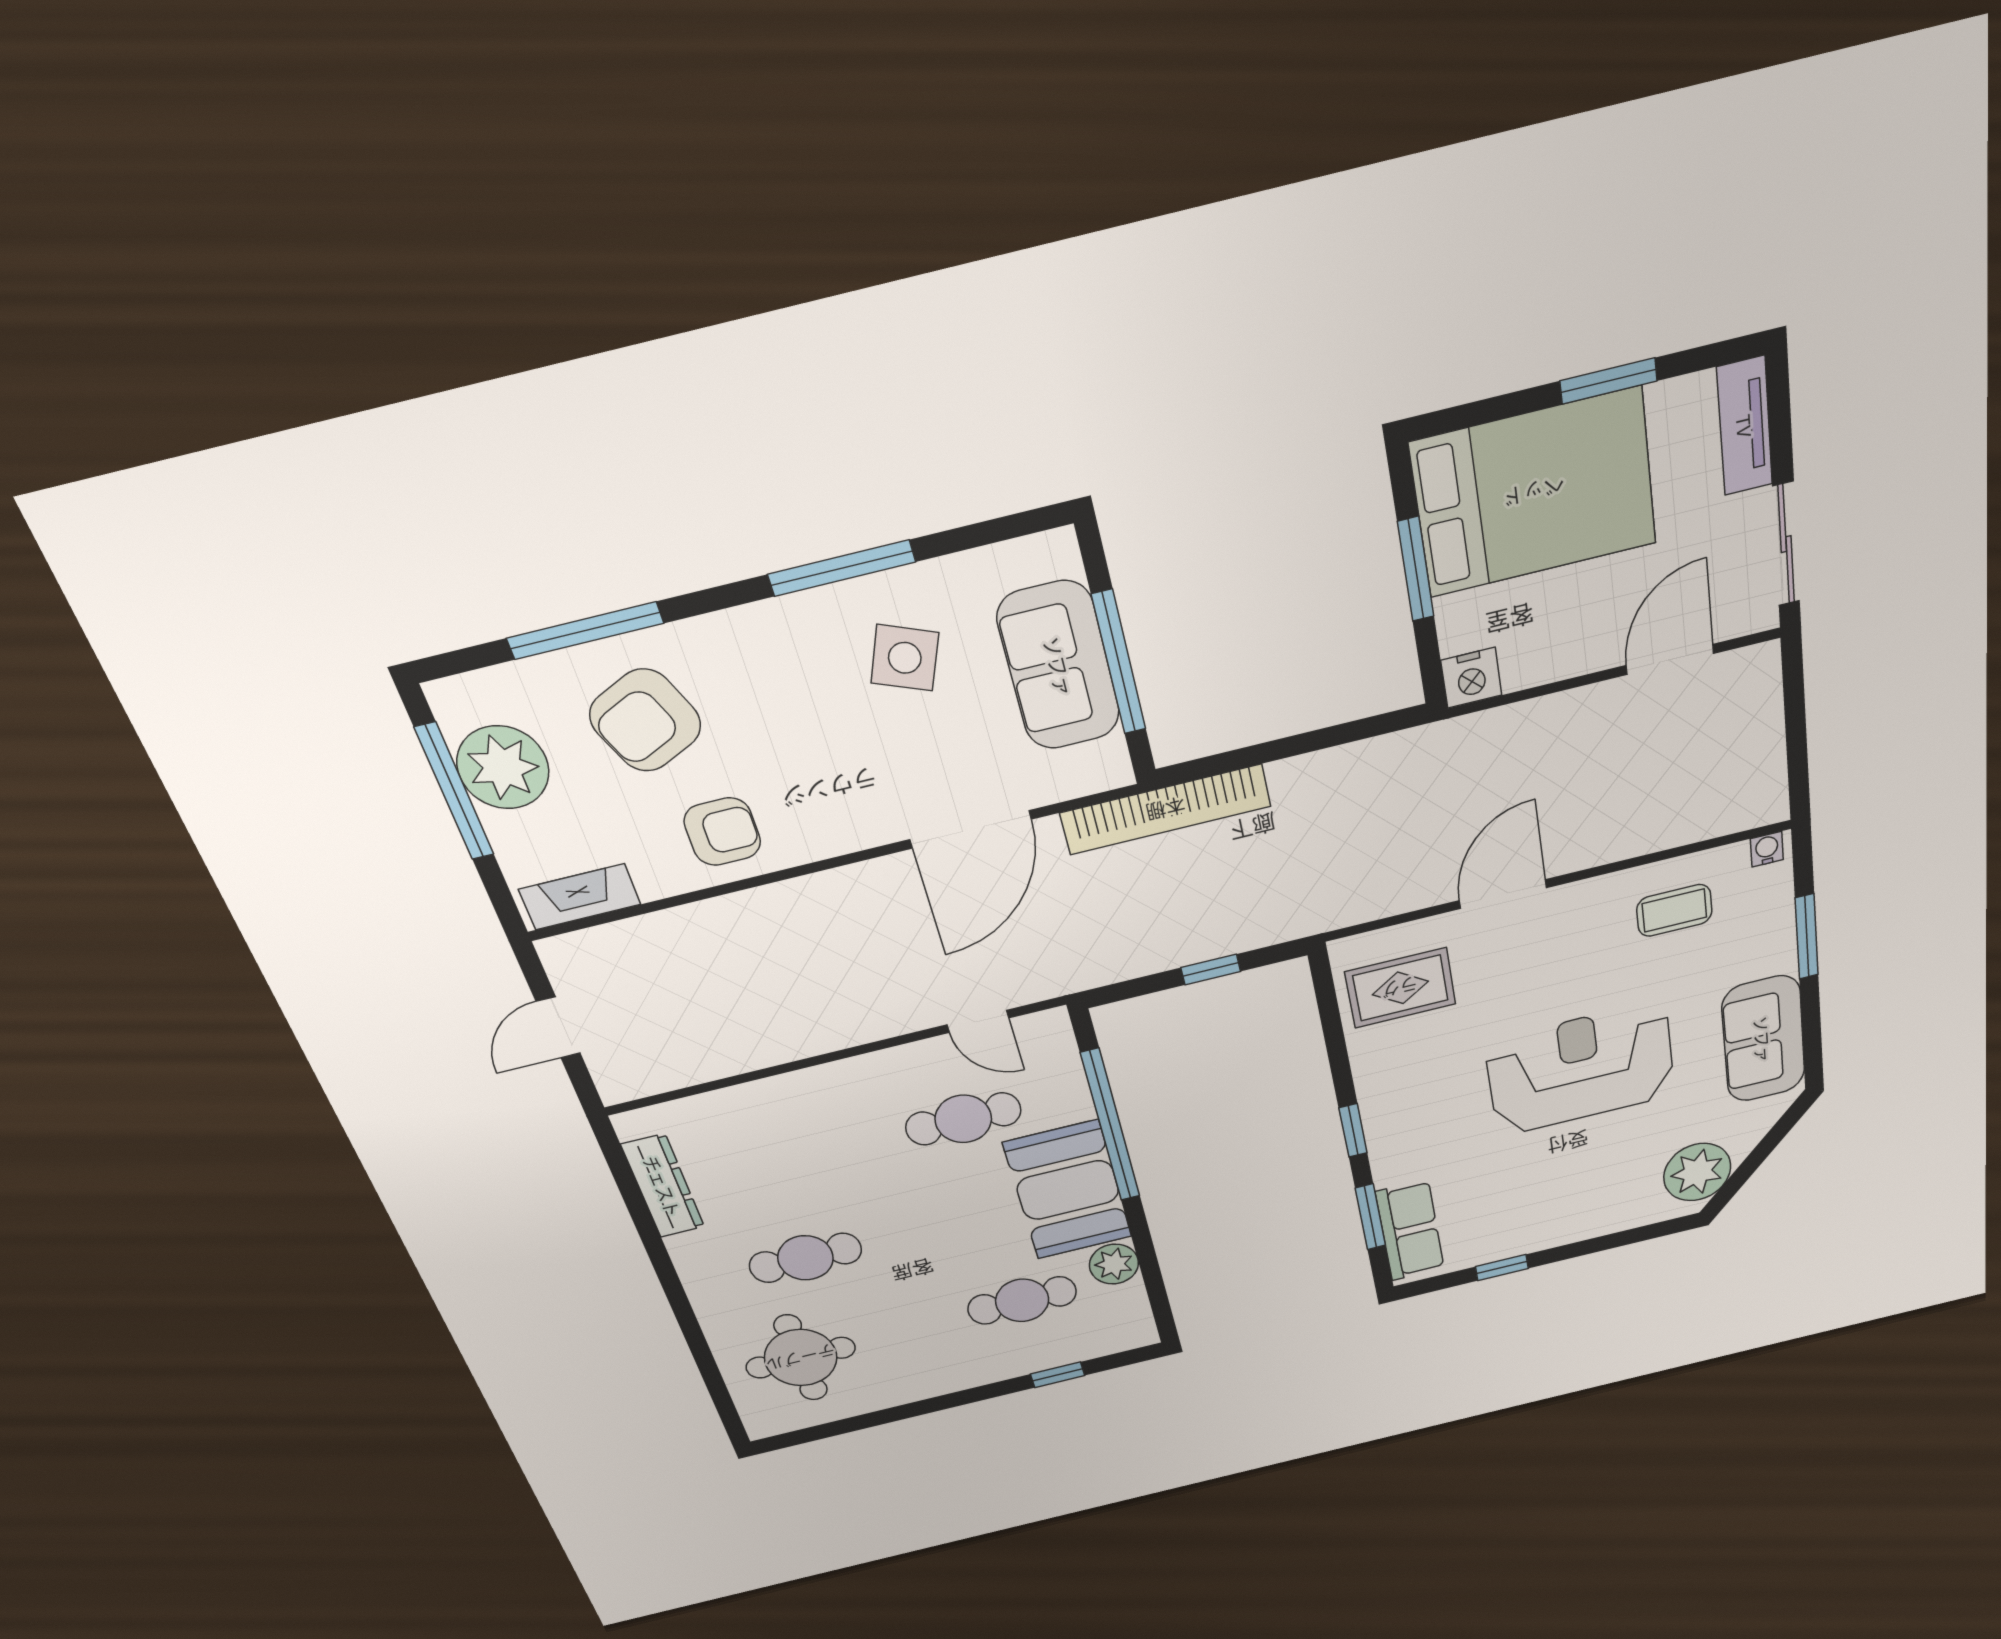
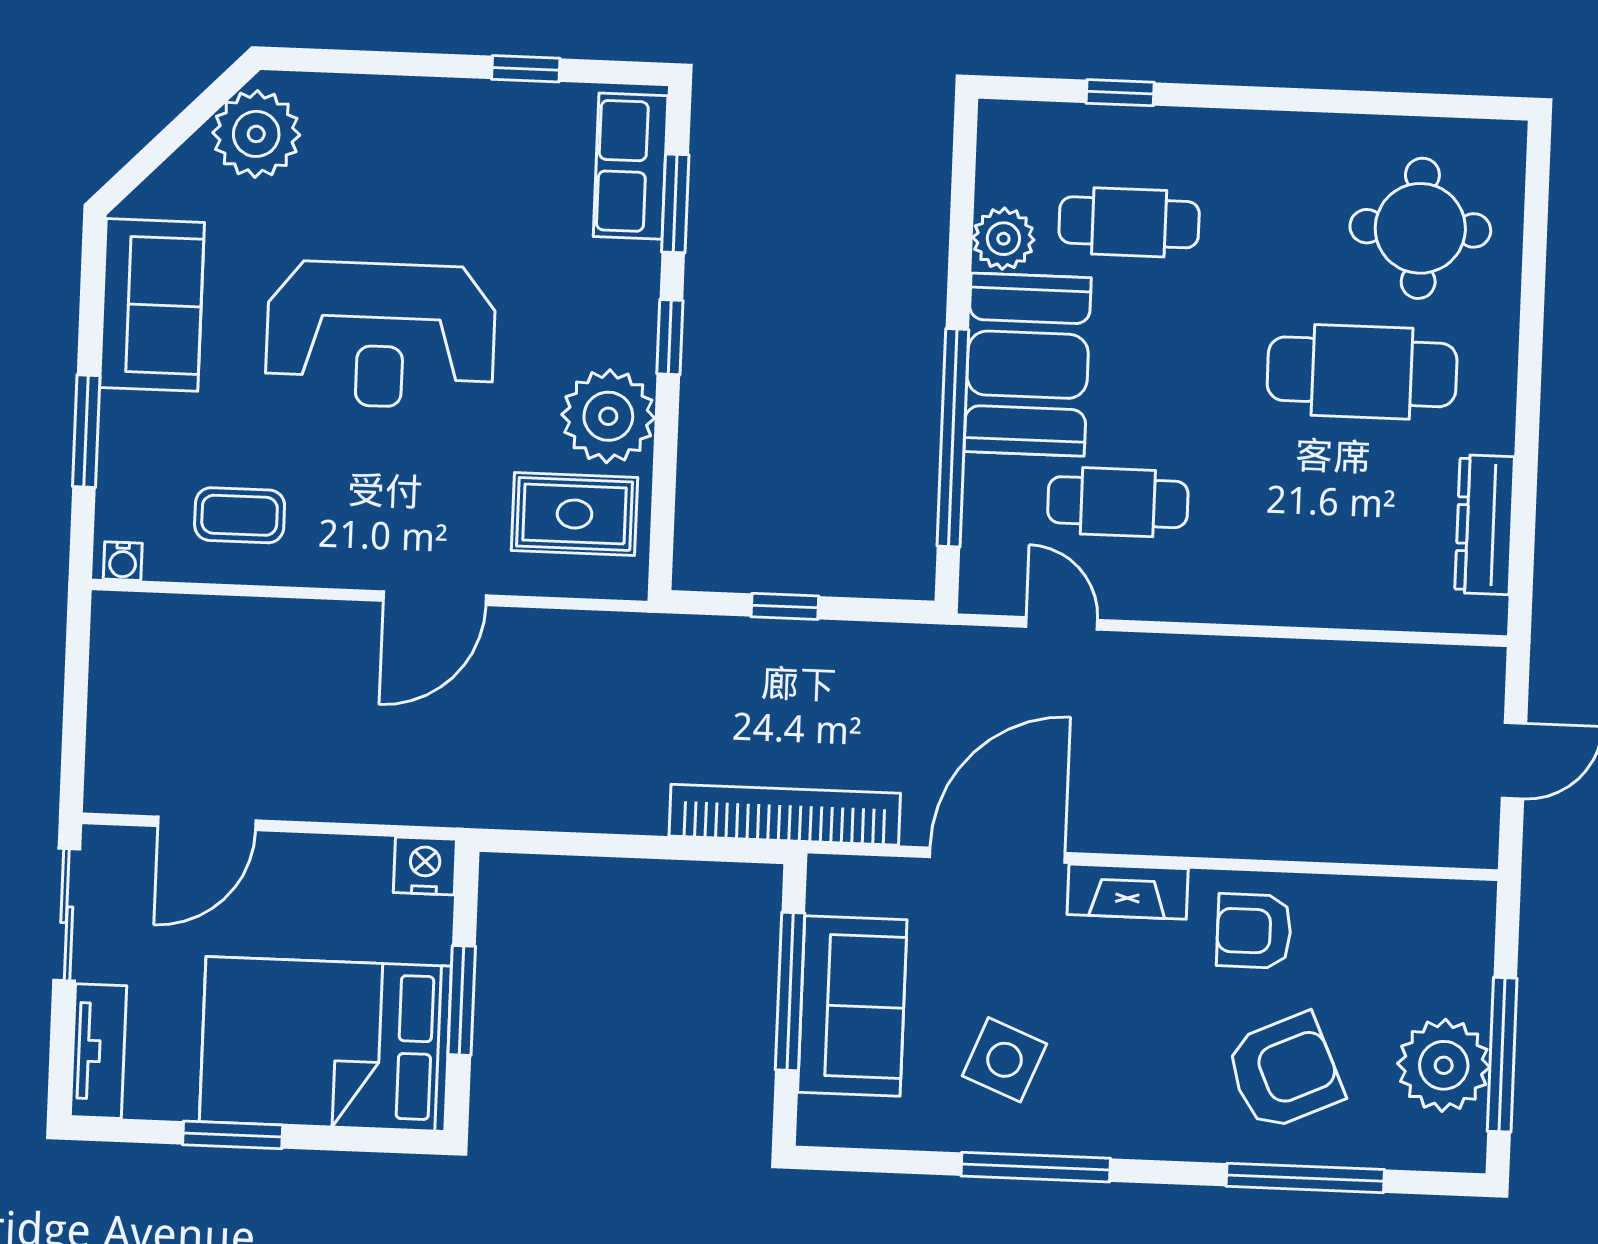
fireplace: (580, 897) -> (1128, 892), moved
plant: (1389, 1064) -> (608, 416), added
cafe table: (805, 1258) -> (1362, 372), width x1.37, depth x1.35

